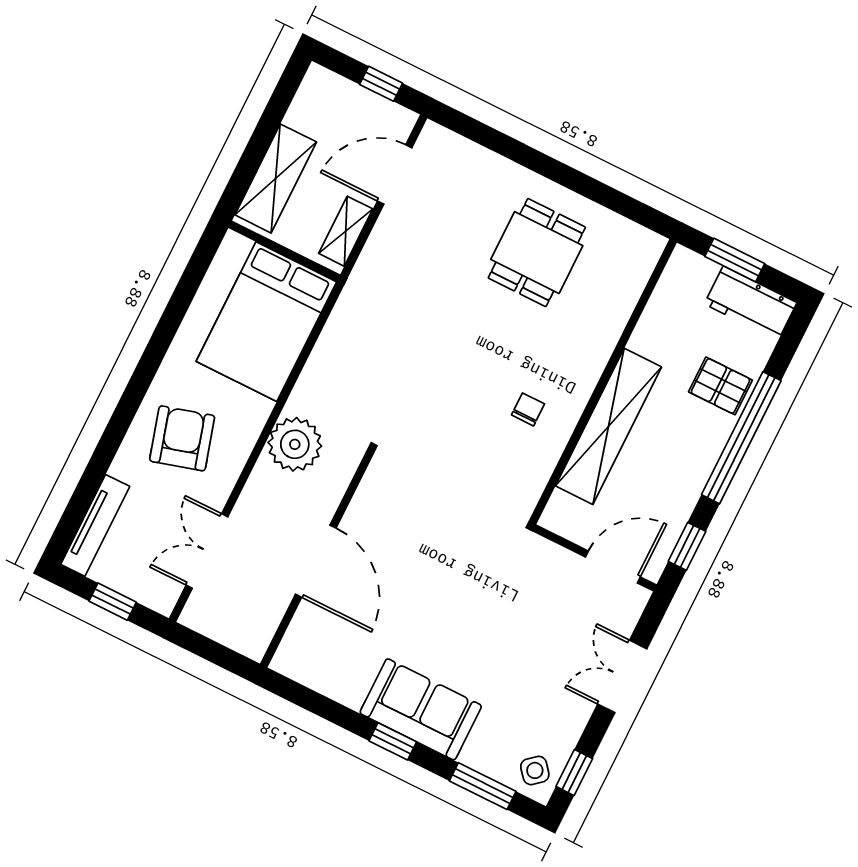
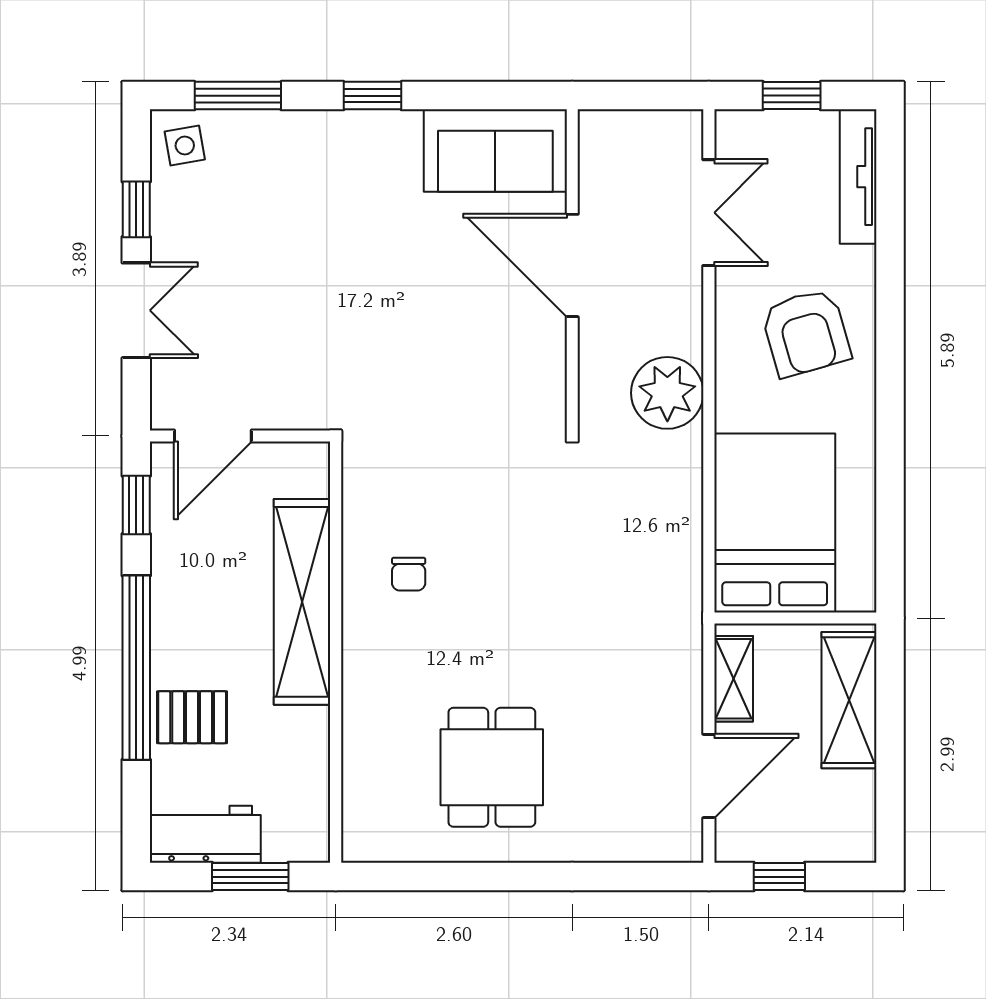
sofa: (421, 709) -> (495, 151), moved
side table: (535, 770) -> (185, 145), turned 30
window: (574, 773) -> (136, 209), moved

